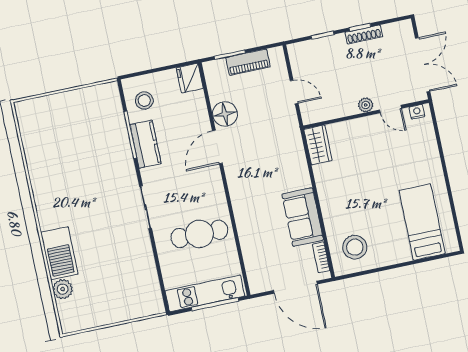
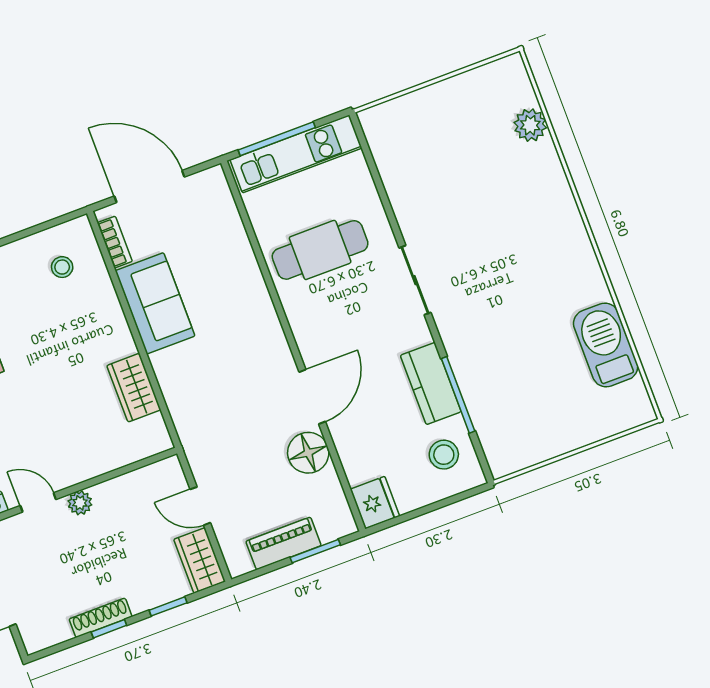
wardrobe: (300, 60) -> (200, 560), added
wardrobe: (318, 145) -> (134, 388), moved
stool: (355, 247) -> (62, 267), width x0.53, depth x0.53
barbecue: (59, 253) -> (606, 345), moved

